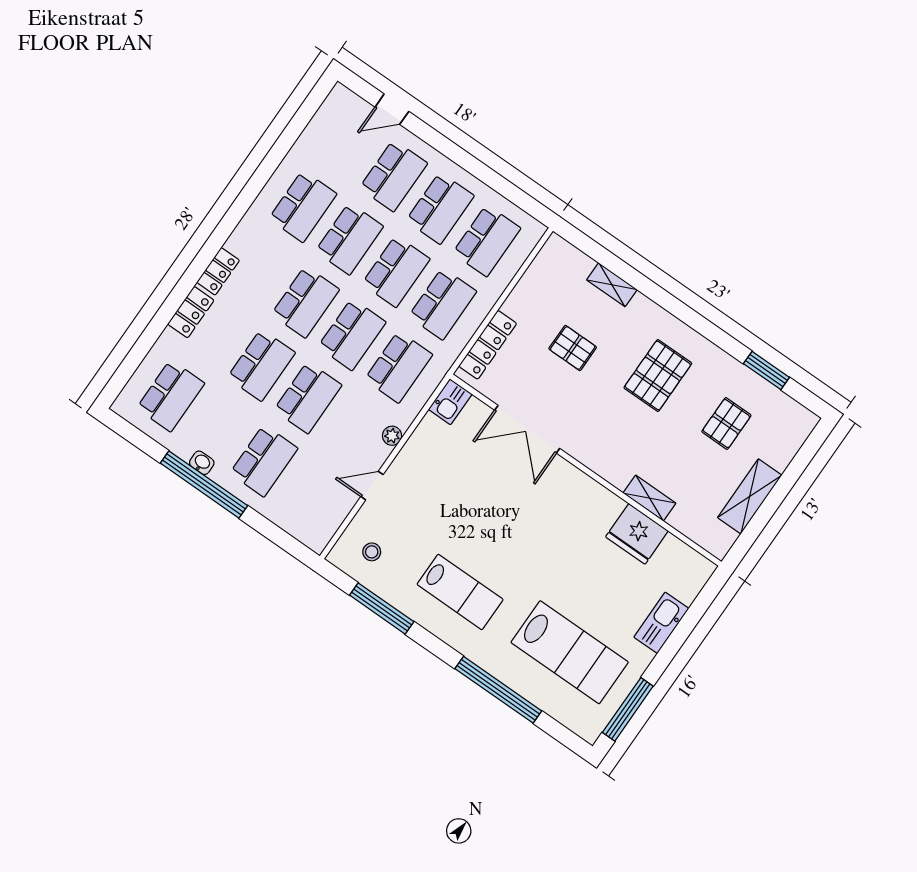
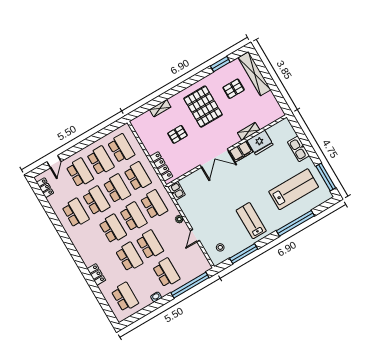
locker: (218, 271) -> (45, 188), moved
pallet: (658, 375) -> (203, 107), width x1.37, depth x1.41
pallet: (726, 423) -> (234, 89), turned 90
double door: (527, 429) -> (214, 158), moved
window: (204, 484) -> (190, 285), moved
shelving: (750, 496) -> (254, 74), moved, width x1.47
filing cabinet: (599, 501) -> (241, 151), added
lab bench: (460, 592) -> (251, 221), turned -90

